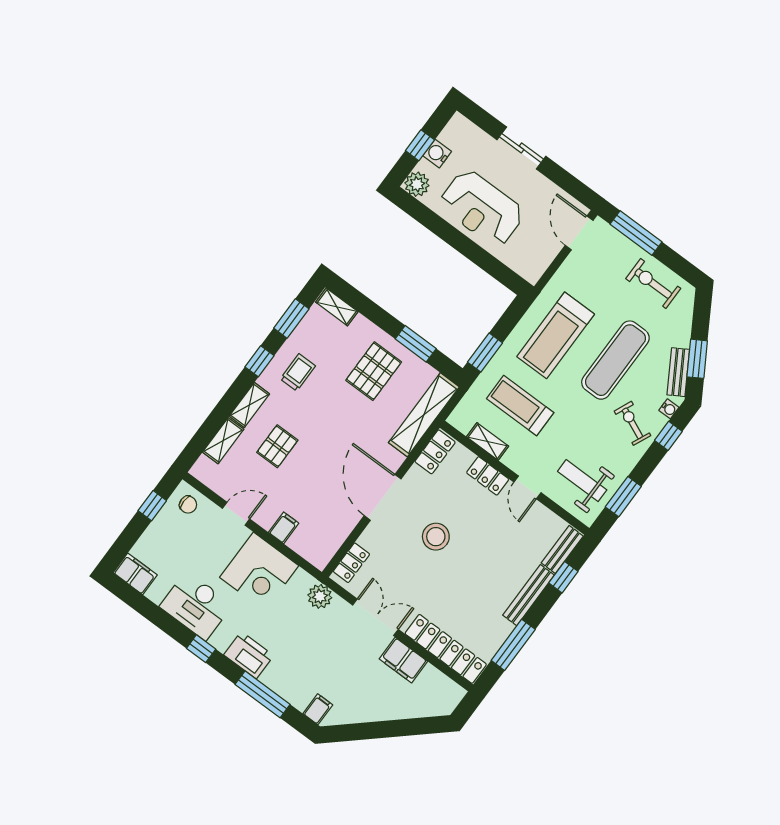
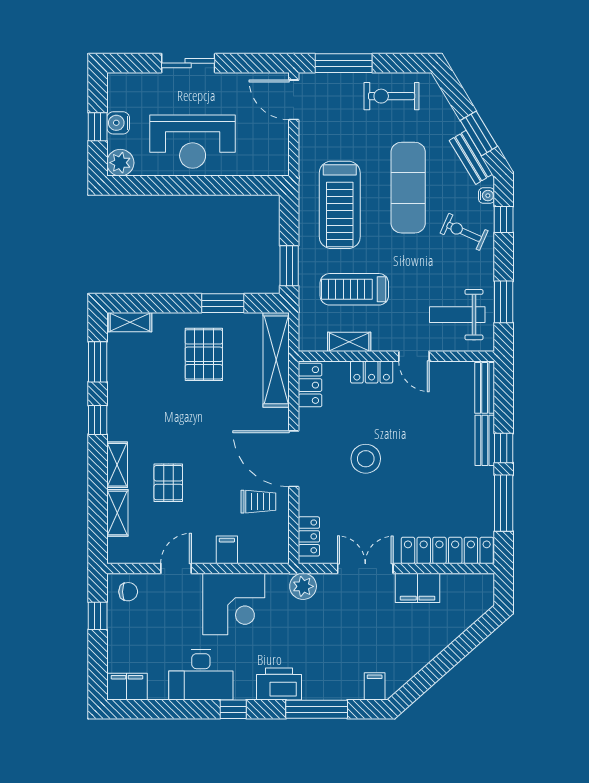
trolley: (298, 372) -> (258, 502), moved, turned 90
window: (563, 577) -> (504, 448), moved
bench: (529, 595) -> (485, 440), width x0.73

